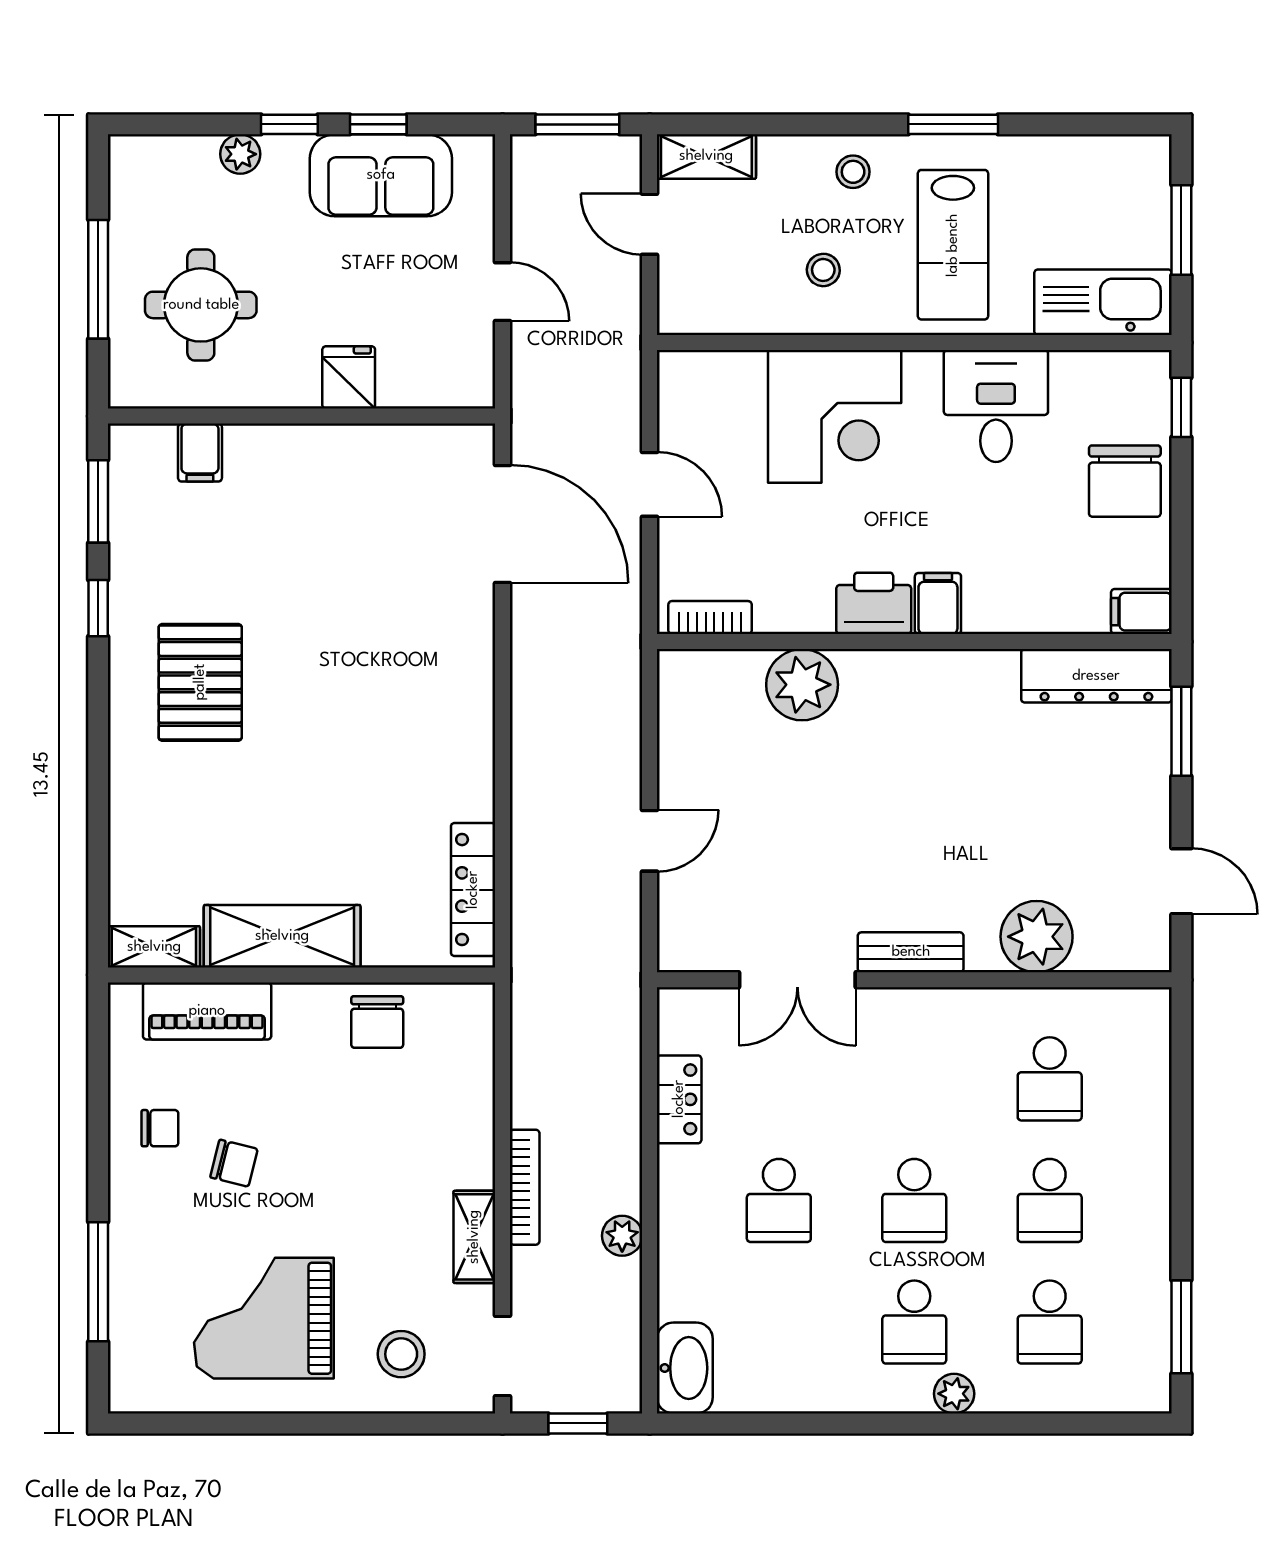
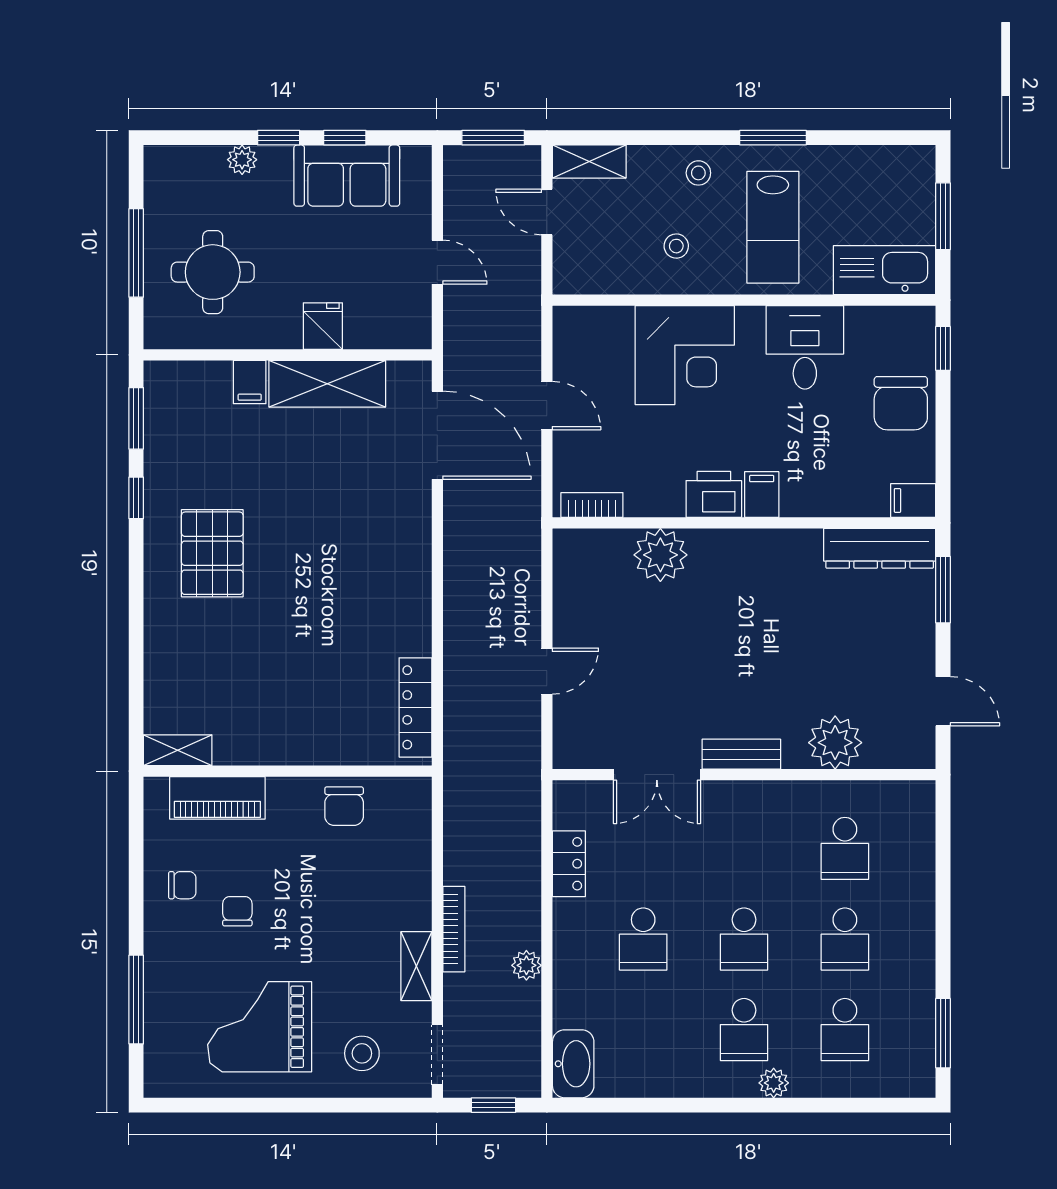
filing cabinet: (200, 453) -> (250, 382), moved
shelving: (282, 936) -> (327, 384), moved
chair: (234, 1163) -> (237, 911), turned -104

